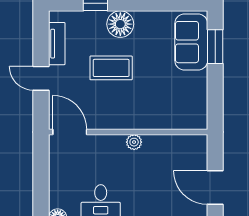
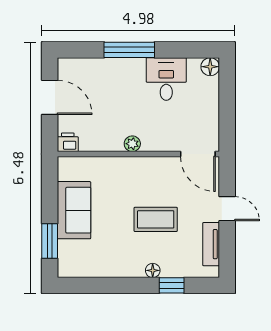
floor lamp: (120, 24) -> (153, 270), width x0.53, depth x0.53
sofa: (191, 42) -> (74, 210), moved
printer: (197, 144) -> (68, 142), added

